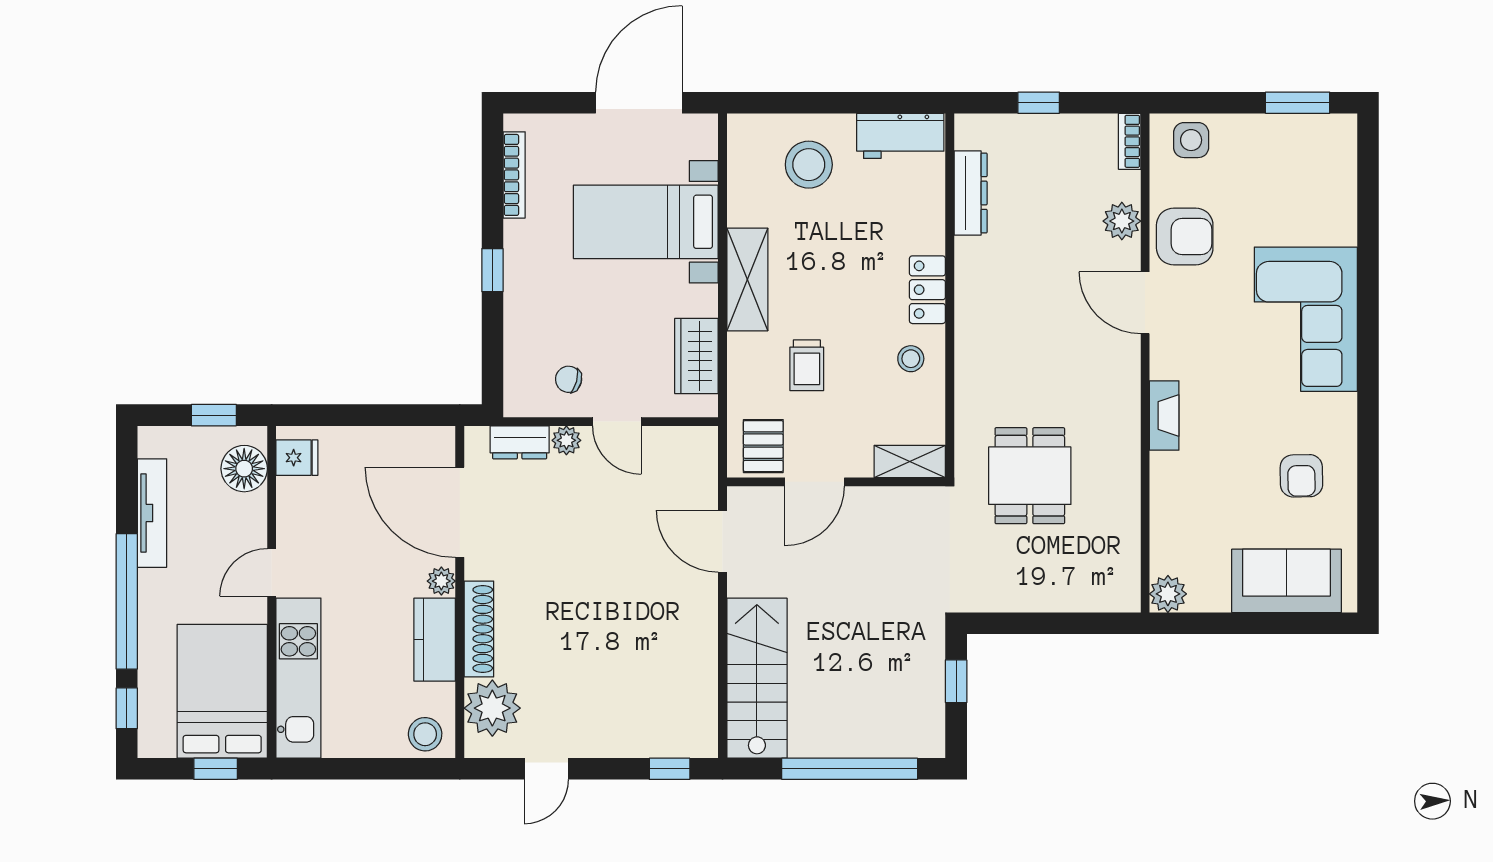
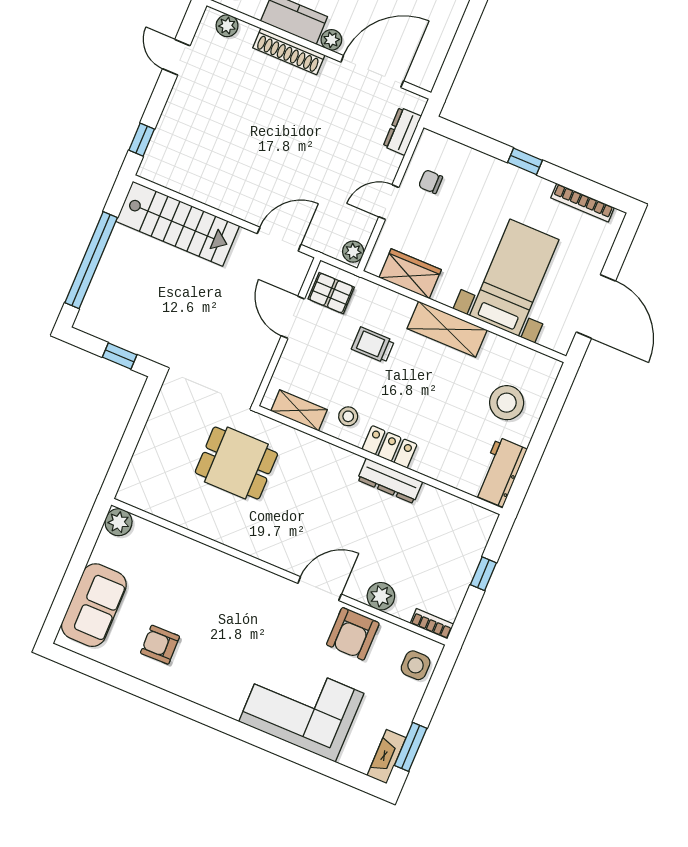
dresser: (971, 193) -> (390, 481), moved
corner sofa: (1306, 319) -> (301, 708), moved
chair: (569, 379) -> (431, 182), turned -105
fireplace: (1164, 415) -> (387, 757), moved, turned 90
plant: (566, 440) -> (353, 252), moved
shelving: (910, 462) -> (299, 410), moved, turned 90
plant: (492, 708) -> (227, 26), width x0.53, depth x0.53

